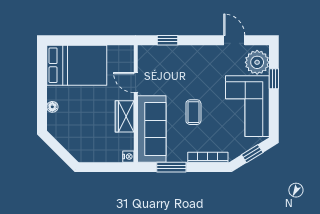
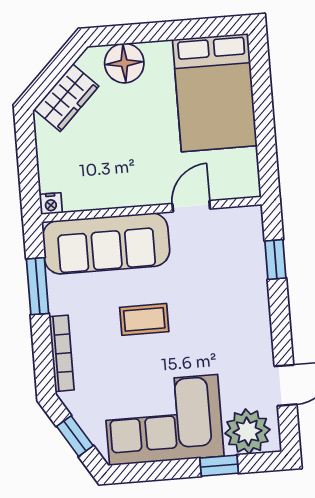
floor lamp: (52, 107) -> (124, 63), width x1.89, depth x1.89
wardrobe: (125, 116) -> (66, 98), moved, turned 135

